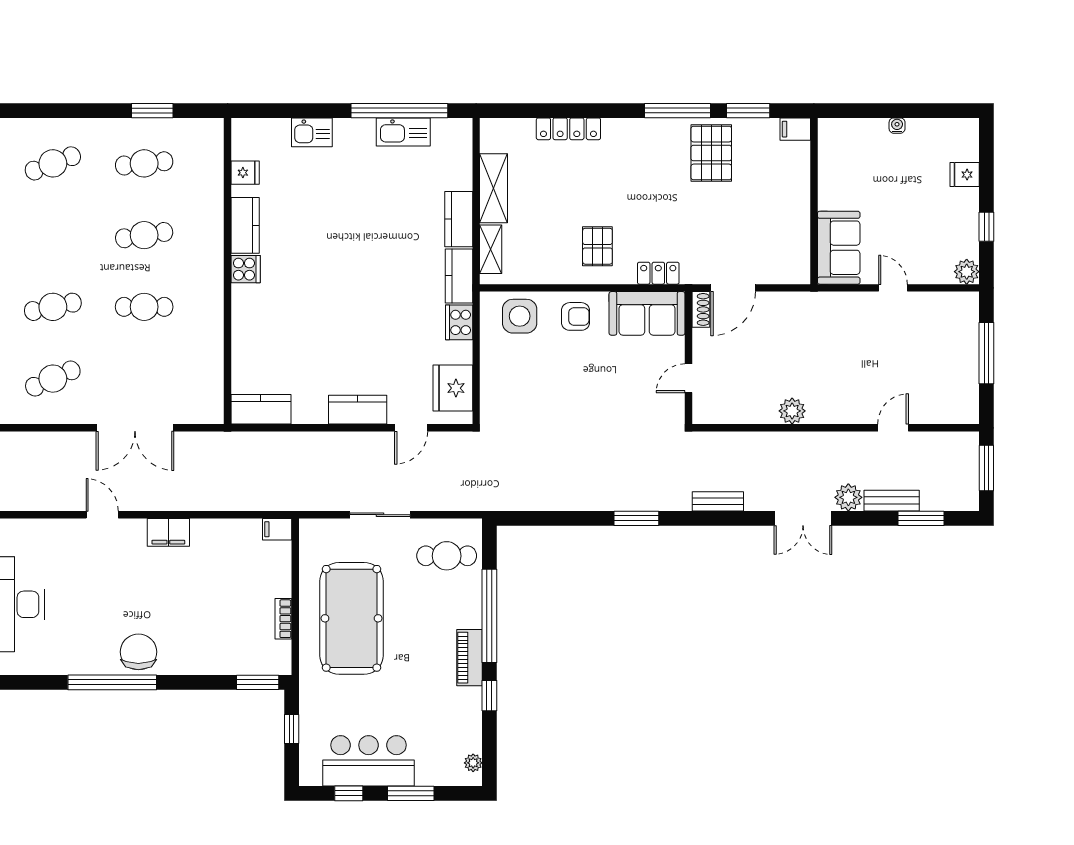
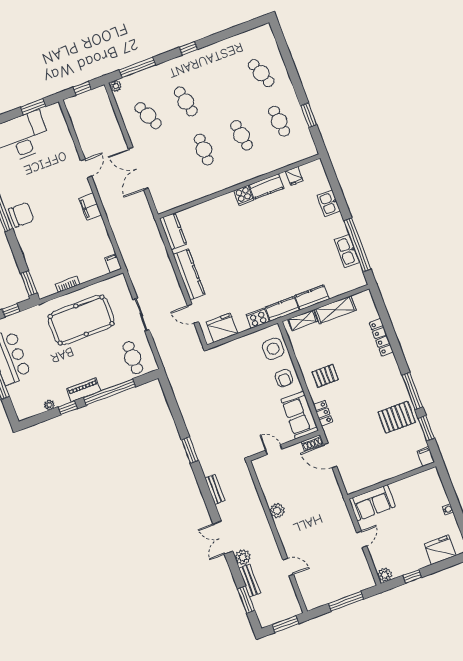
fridge: (965, 175) -> (440, 550), width x1.88, depth x1.34
kitchen counter: (358, 410) -> (189, 274), width x1.50
plant: (473, 763) -> (49, 405), moved

